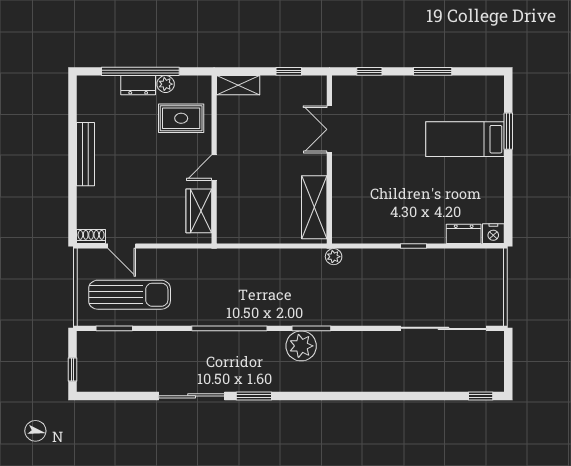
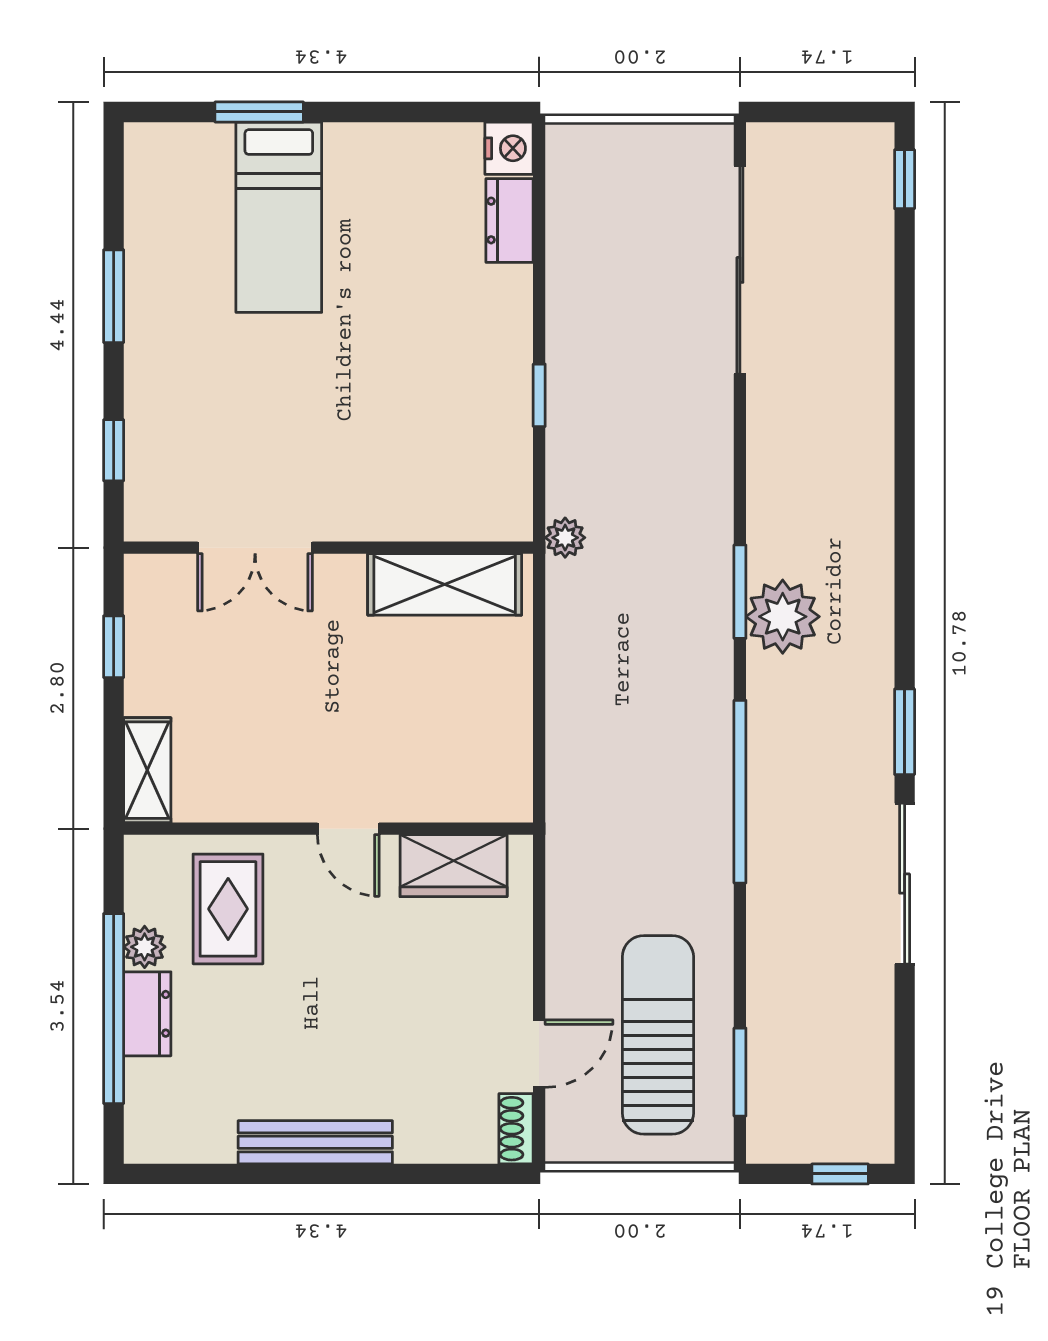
window: (414, 246) -> (539, 395), moved

